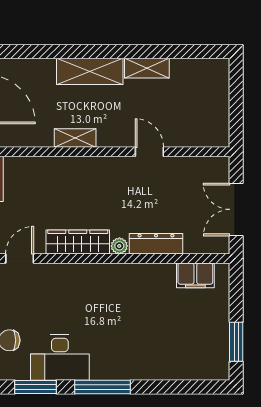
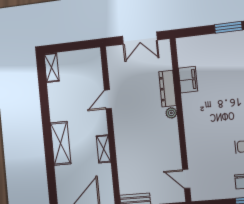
shelving: (147, 68) -> (52, 68), moved
wardrobe: (78, 242) -> (171, 141), removed
filing cabinet: (195, 275) -> (188, 80), moved

